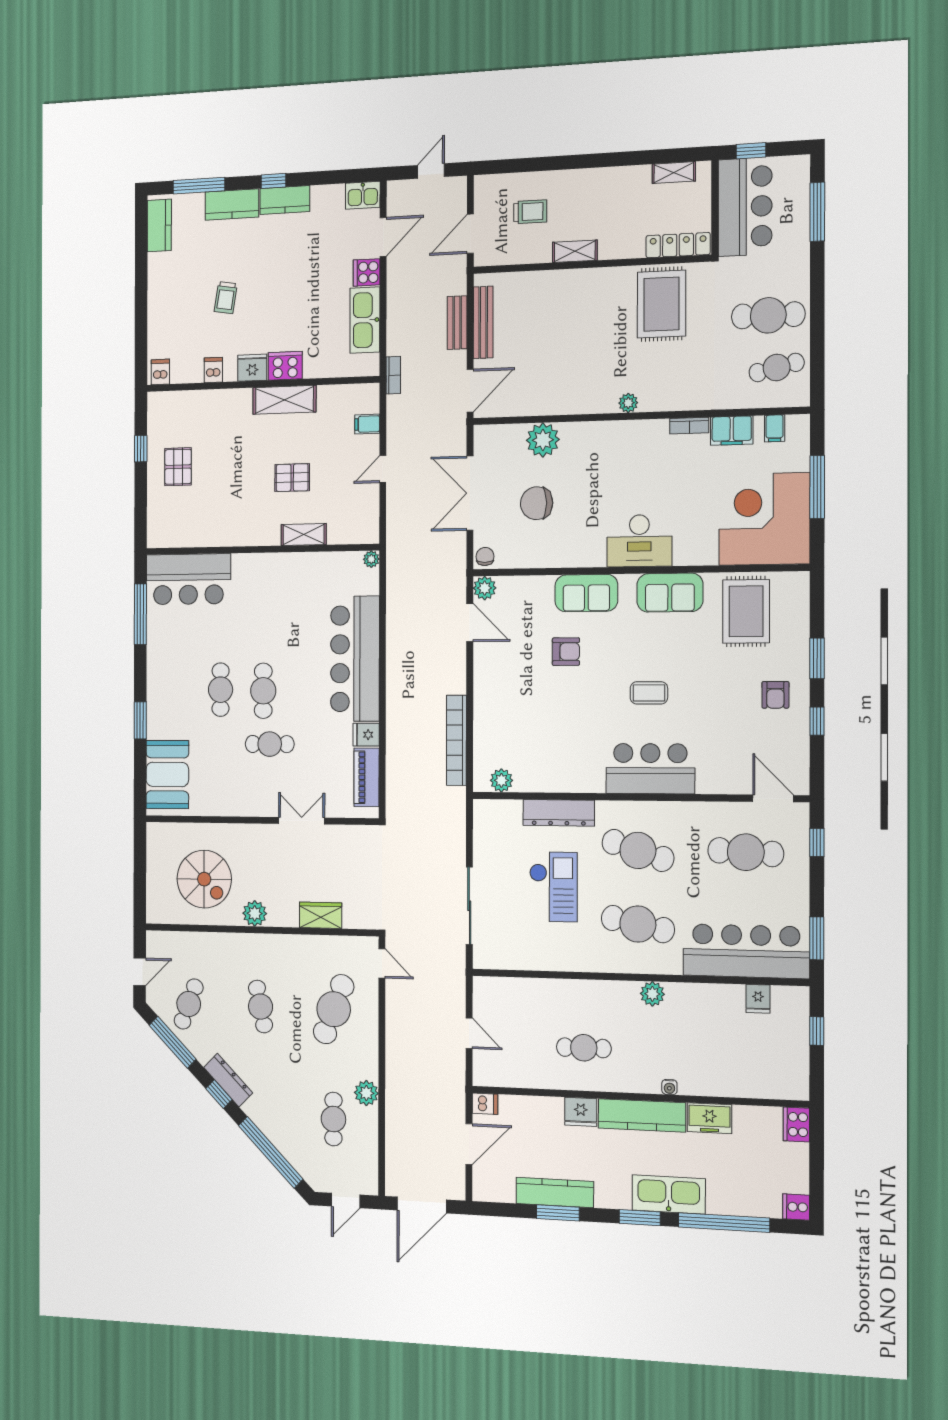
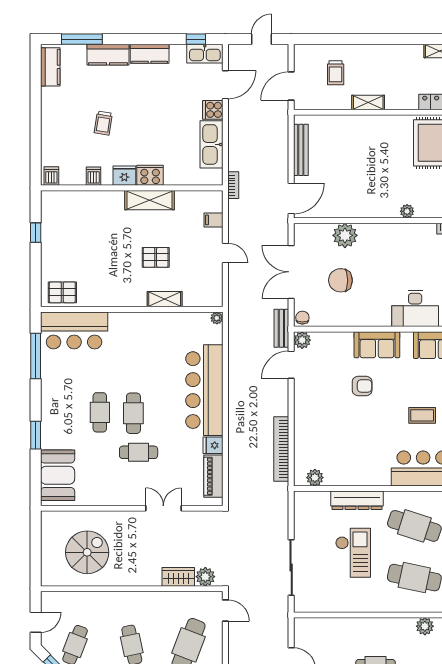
window: (273, 181) -> (196, 39), moved
kitchen sink: (363, 195) -> (205, 54), width x1.38
trolley: (530, 212) -> (336, 73), turned 90
bench: (457, 323) -> (281, 328), moved
pallet: (178, 467) -> (62, 292), moved, turned 90
door: (383, 469) -> (225, 253), swing flipped
door: (470, 623) -> (291, 365), swing flipped
spiral stairs: (204, 879) -> (87, 552), turned -90
plant: (255, 913) -> (205, 577), moved

